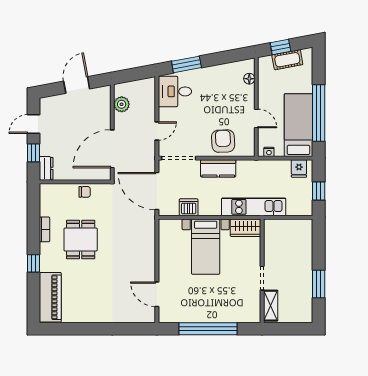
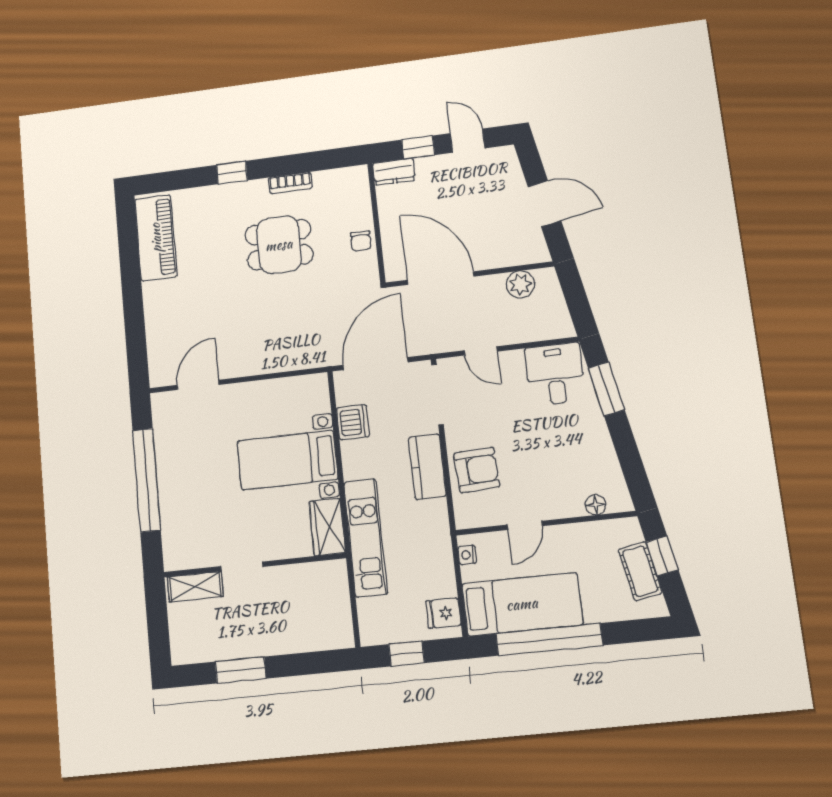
piano: (50, 297) -> (156, 238), moved, turned -90

